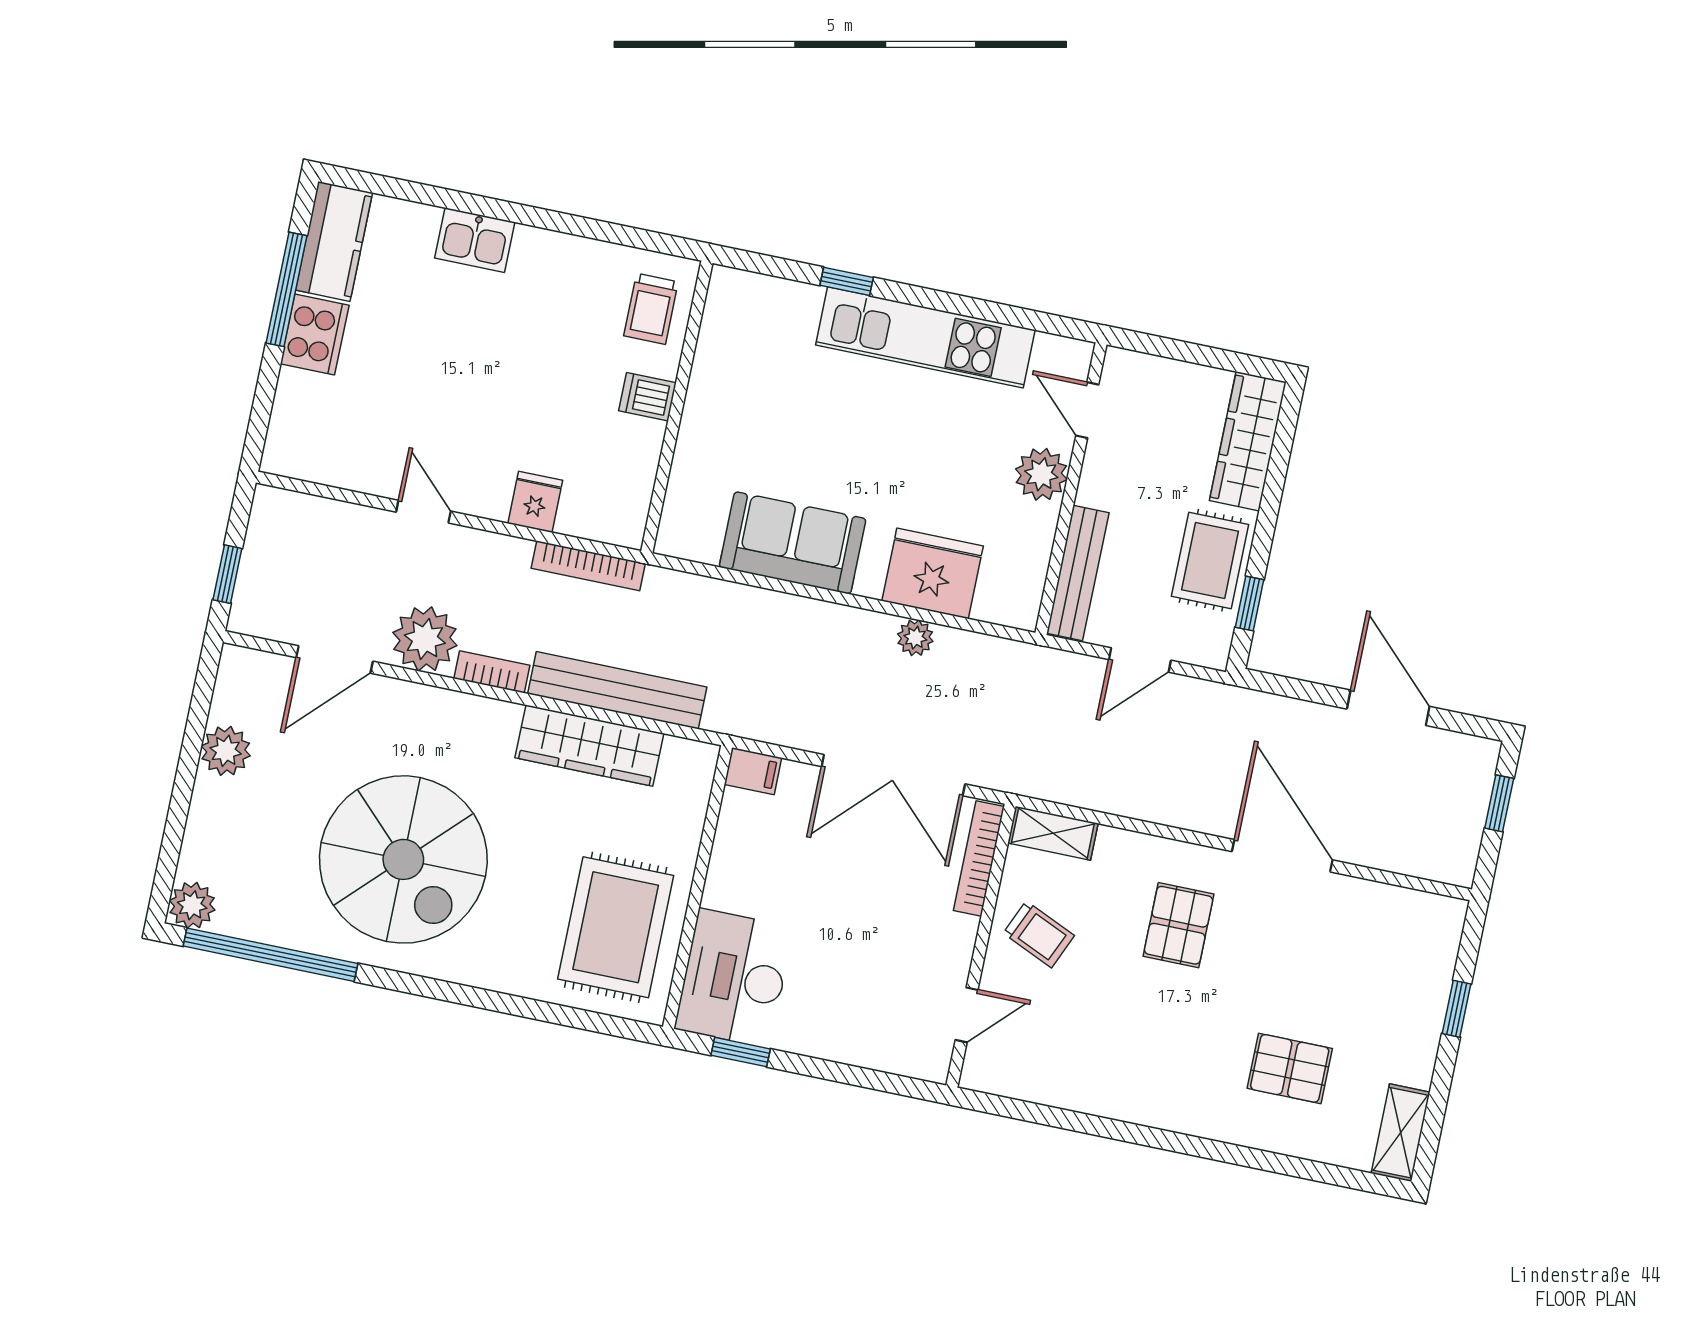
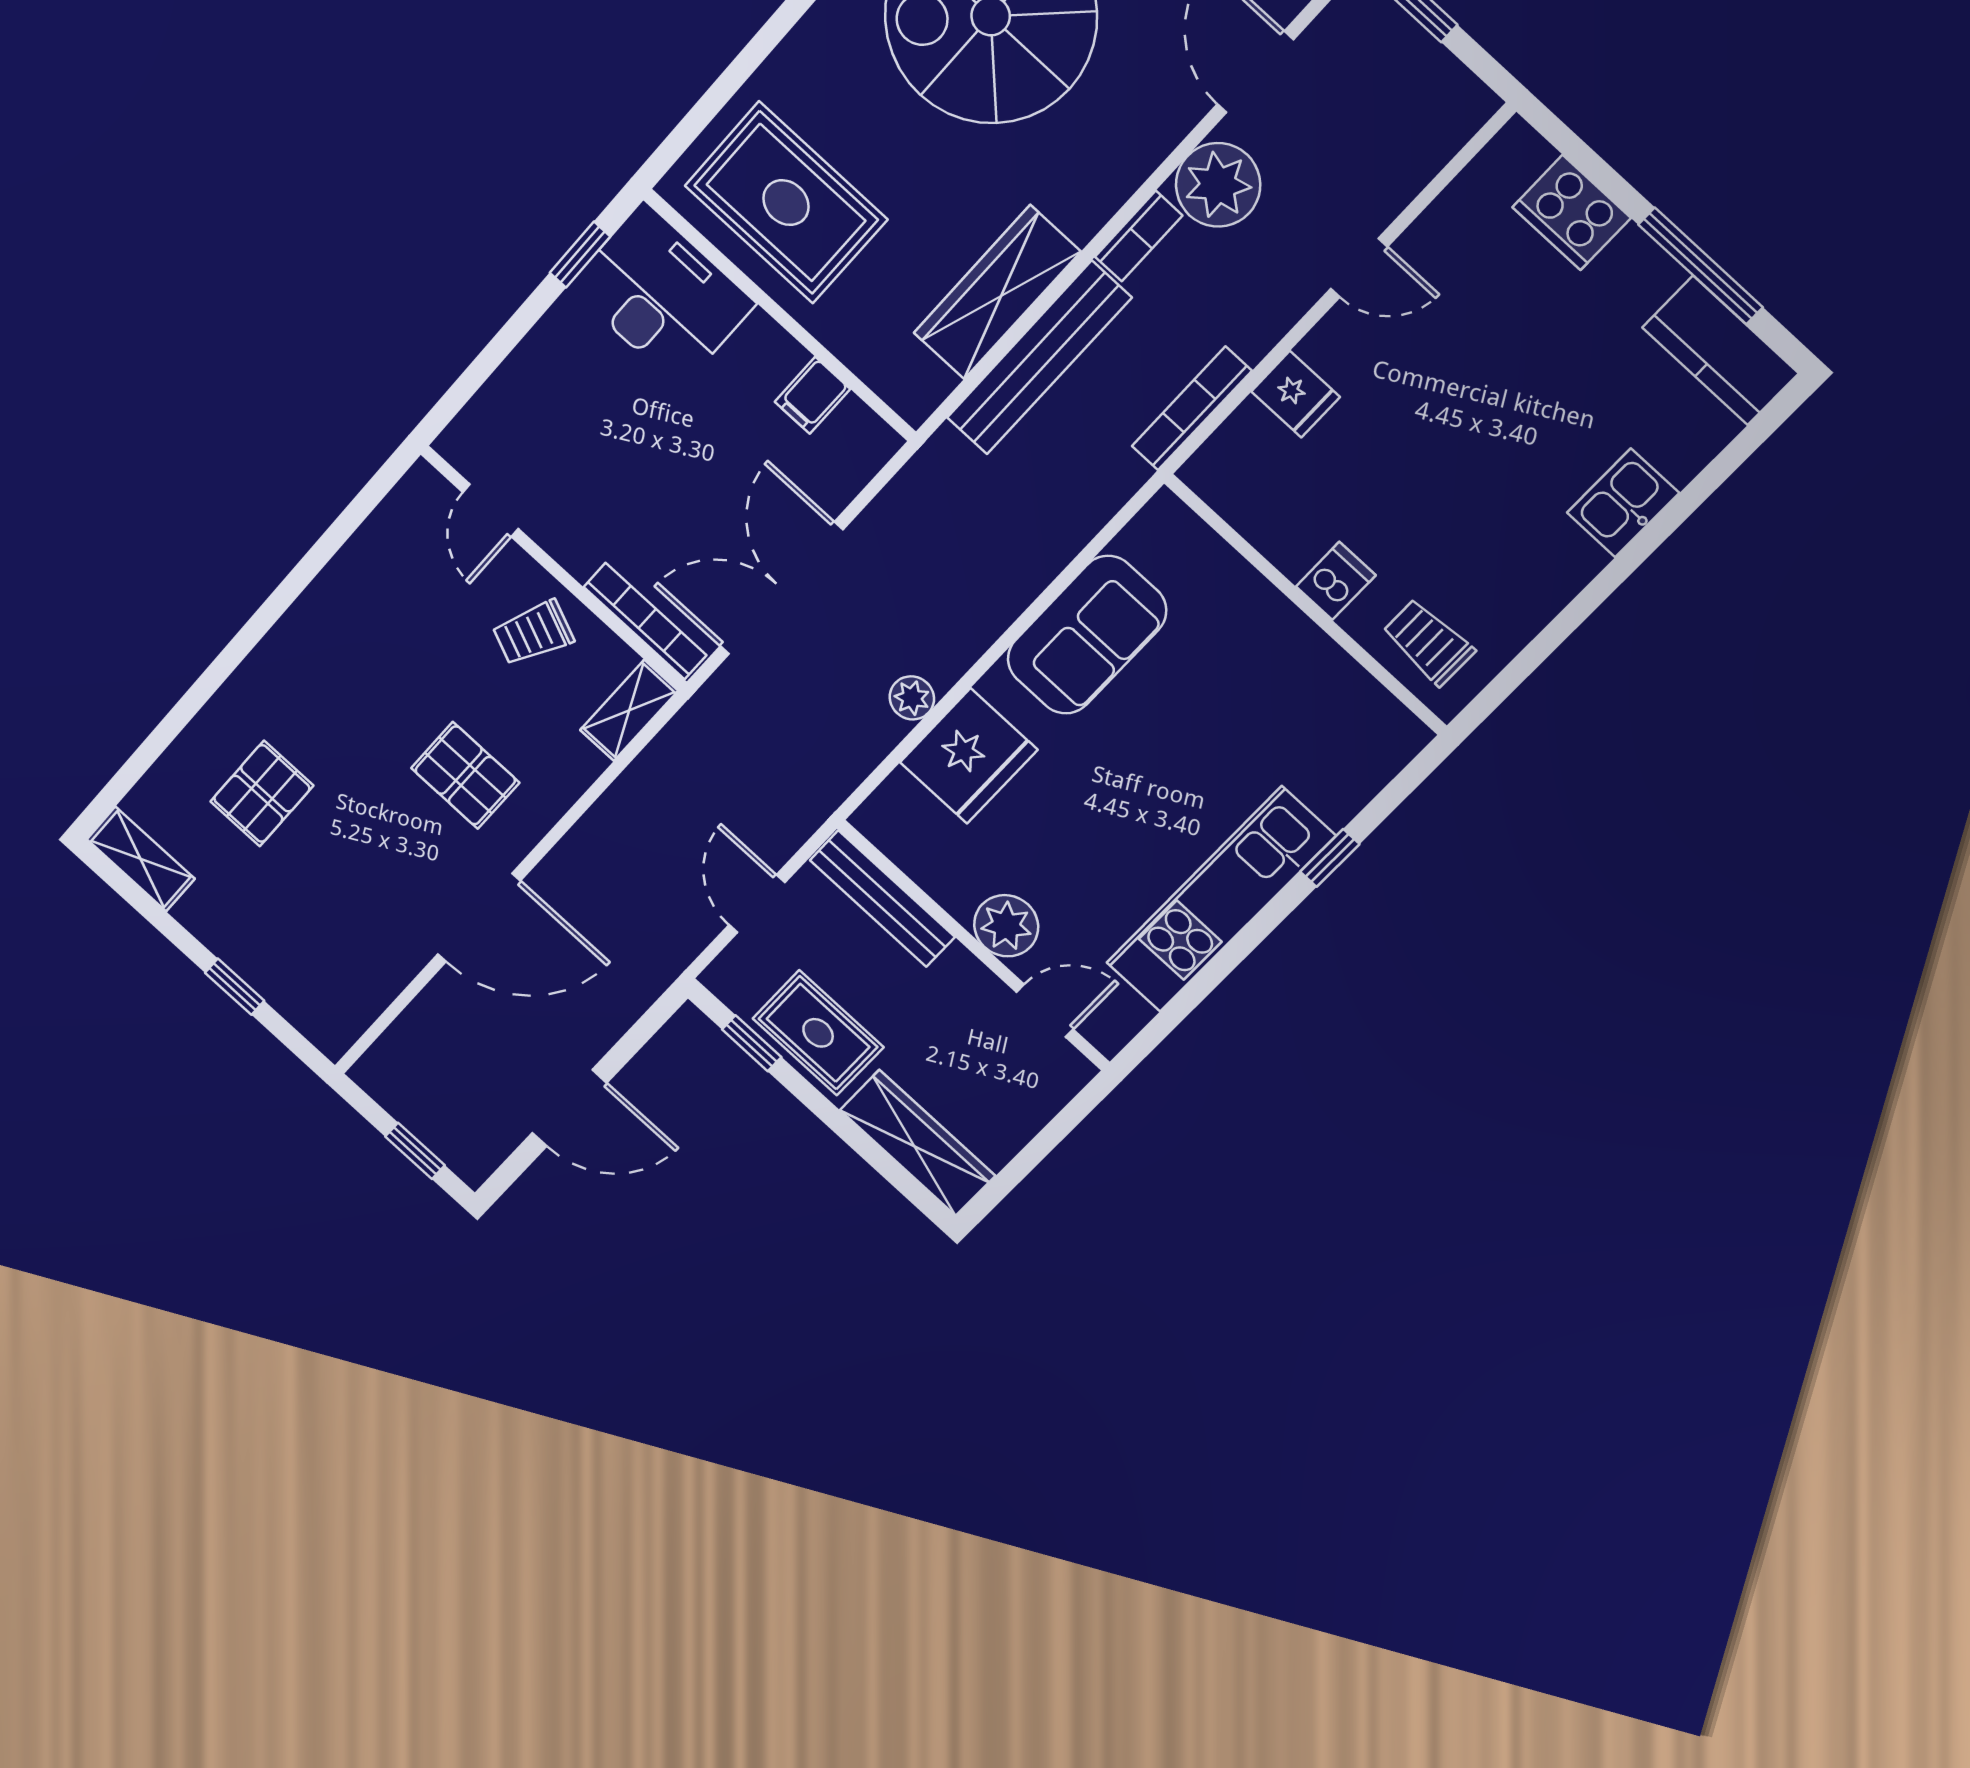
cooker: (315, 334) -> (1572, 213), moved
filing cabinet: (753, 771) -> (812, 395), moved

